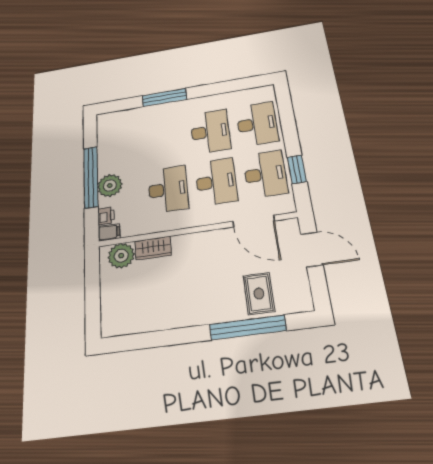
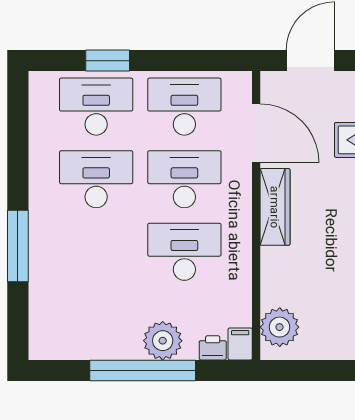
window: (297, 169) -> (108, 61), moved
door: (254, 221) -> (256, 133), hinge flipped
wardrobe: (153, 248) -> (275, 207), moved, width x1.50

